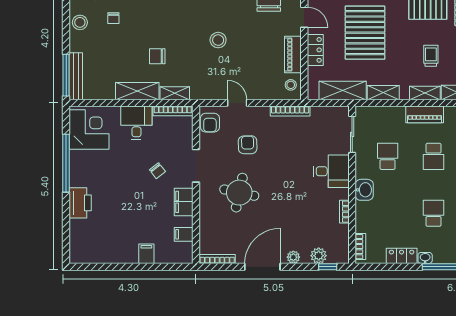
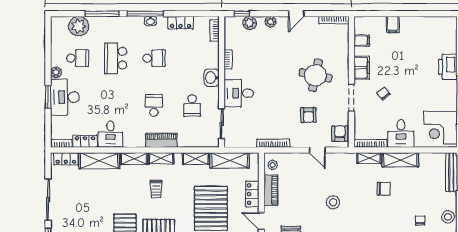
school desk: (433, 213) -> (154, 58), turned -90
washbasin: (425, 258) -> (150, 21), moved
door: (262, 267) -> (296, 14), width x0.53

